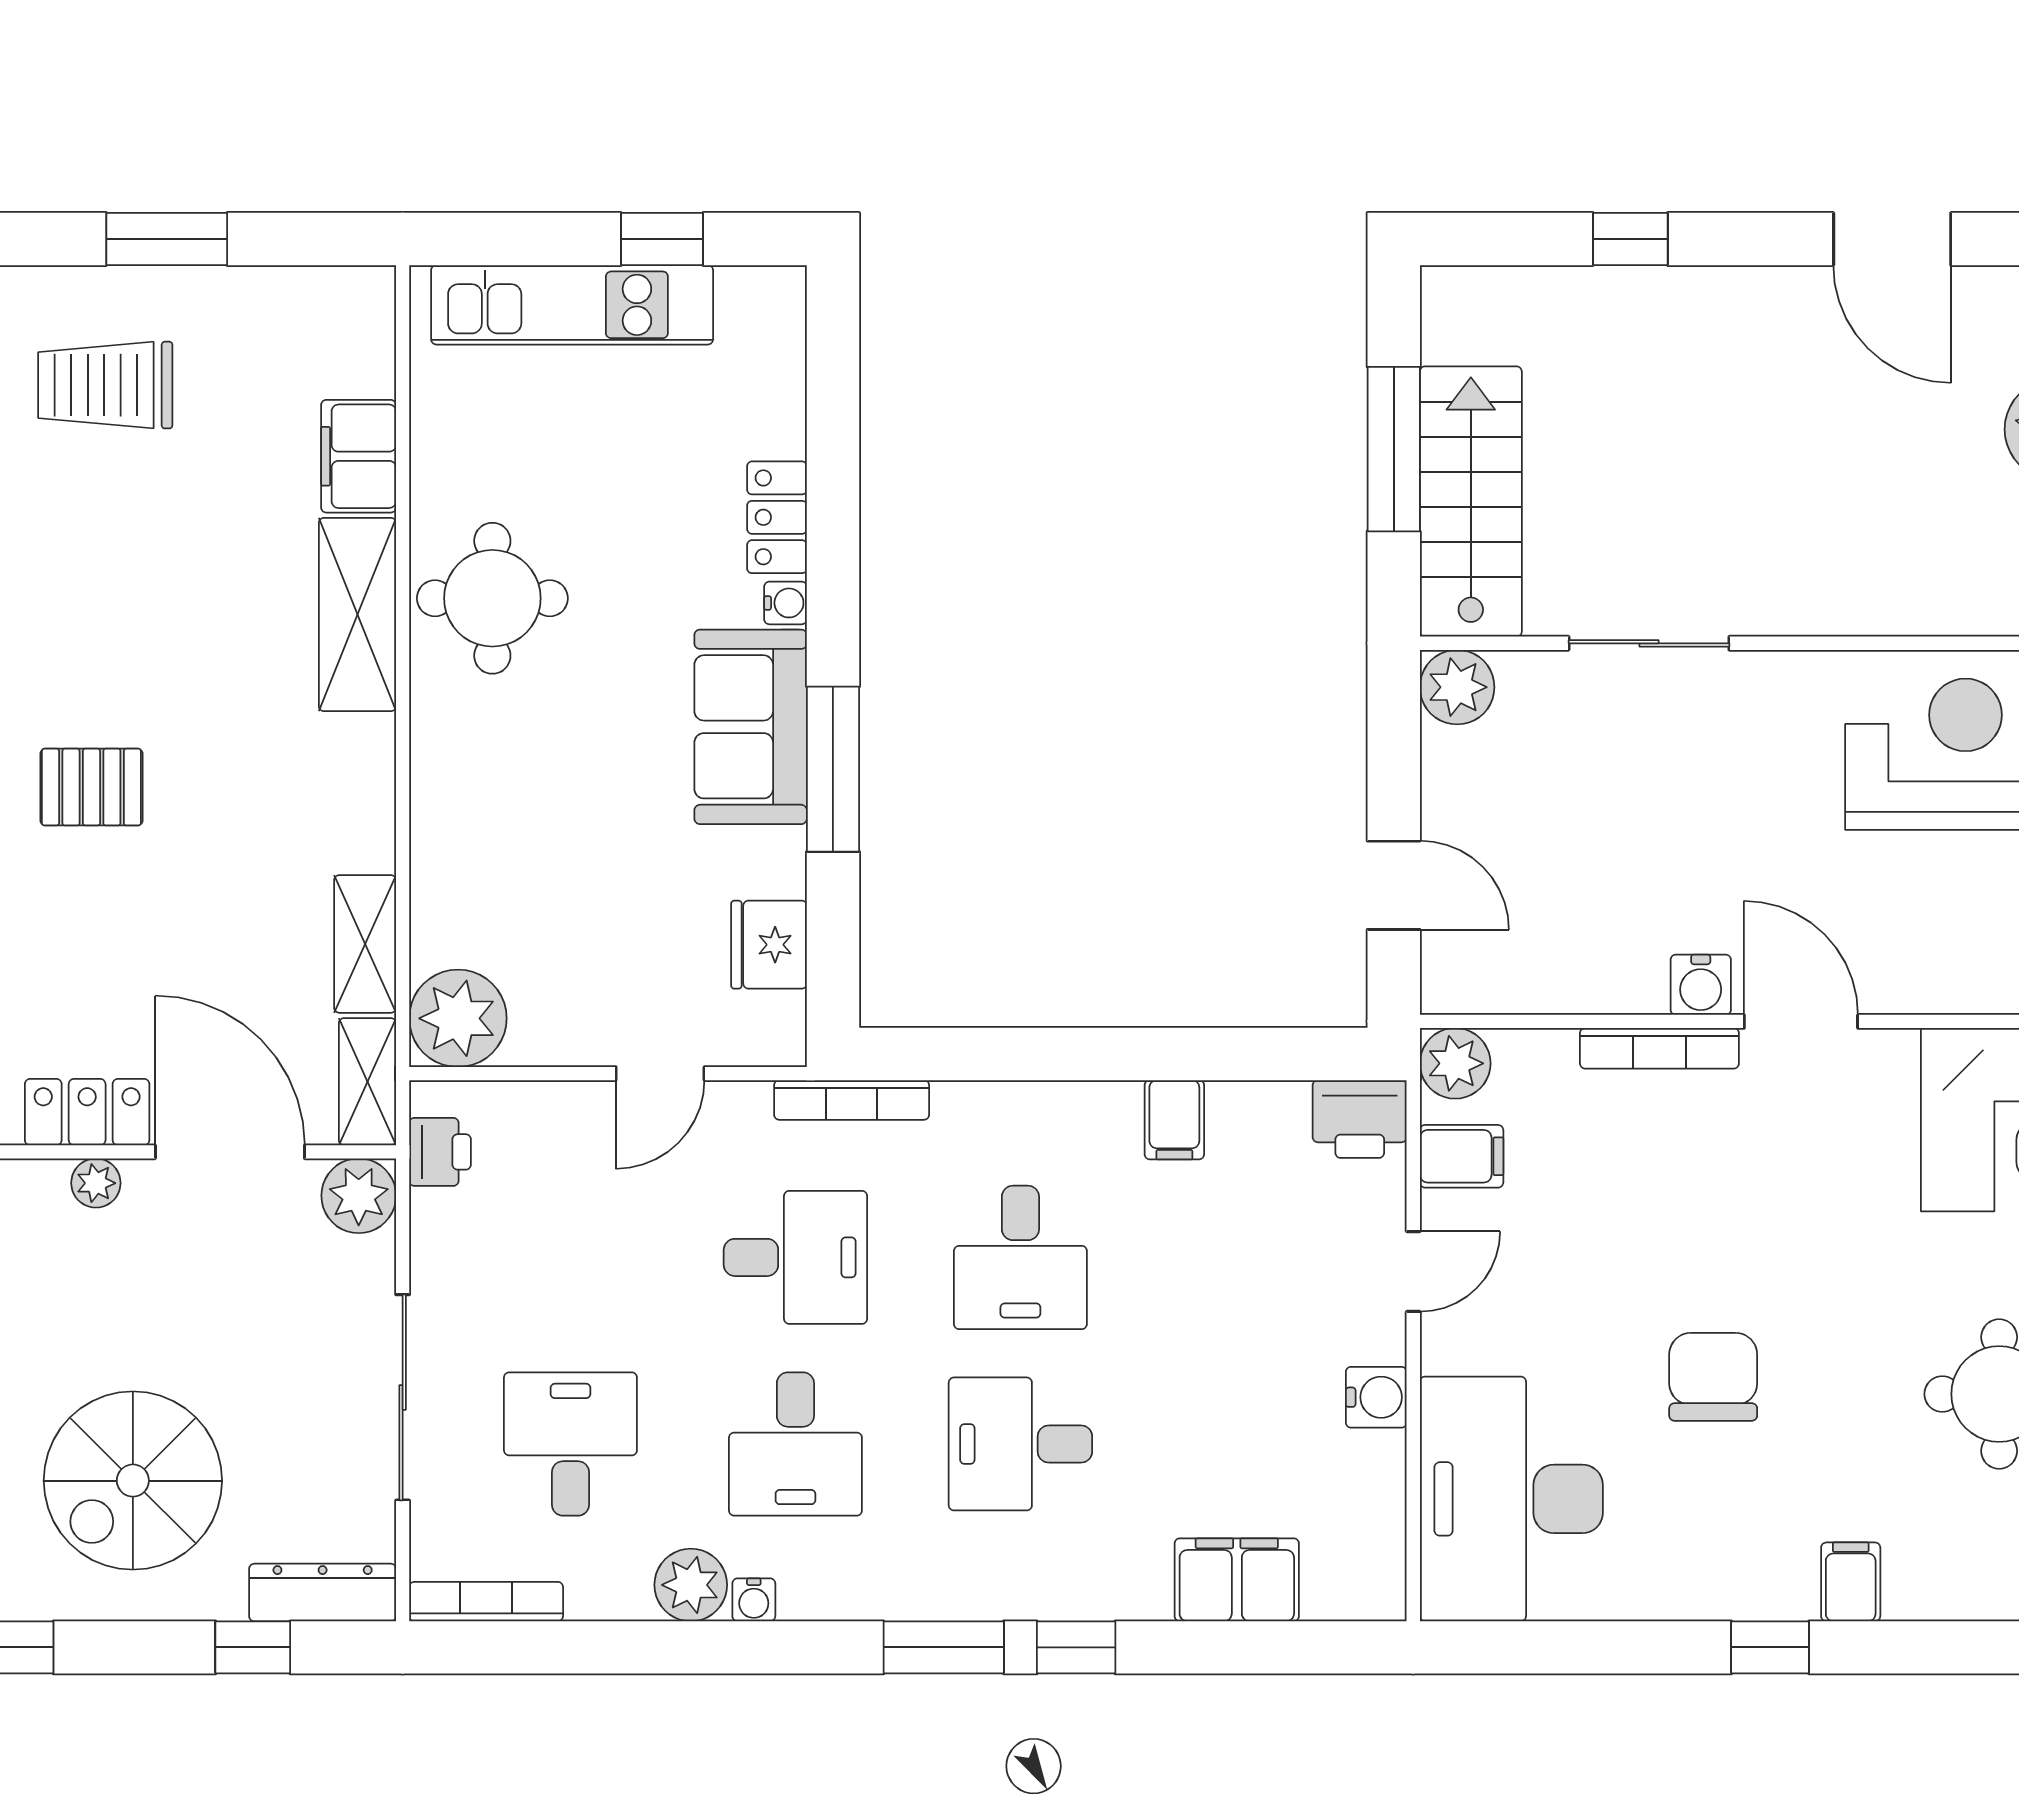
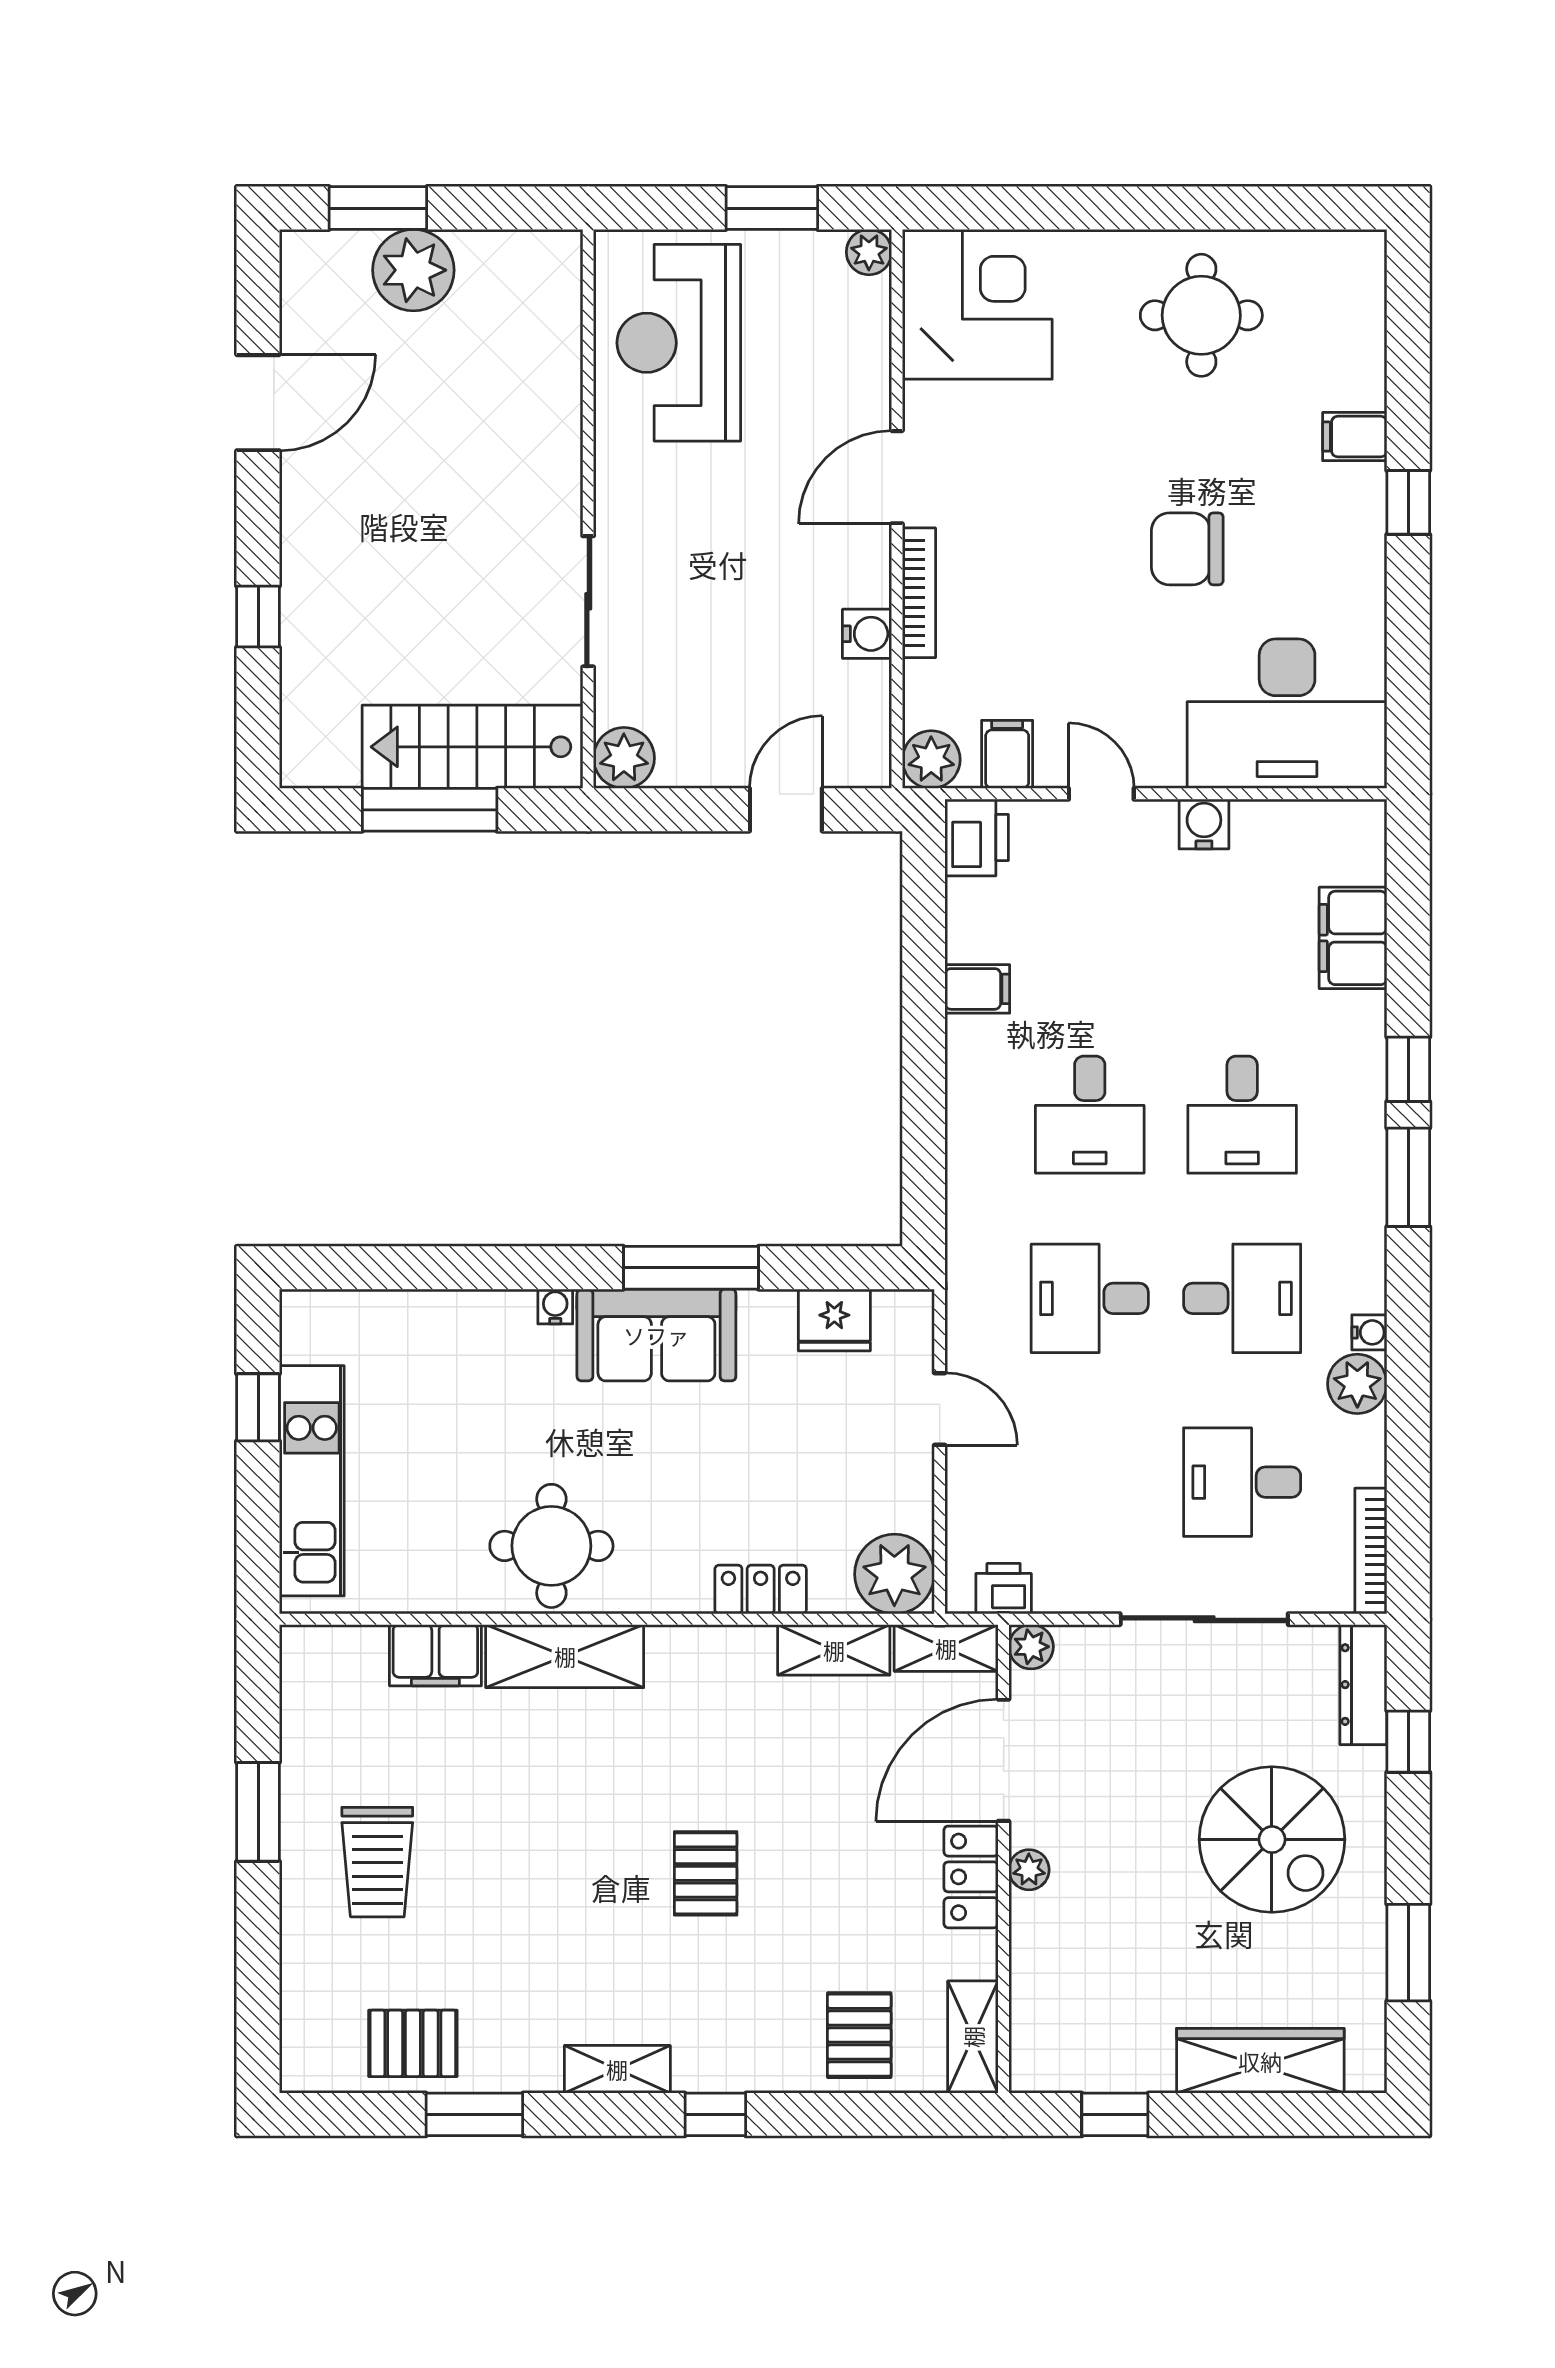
locker: (777, 517) -> (761, 1589), moved, turned 180
water cooler: (1701, 985) -> (867, 634), moved
bookcase: (852, 1100) -> (961, 1252), removed
plant: (359, 1196) -> (1031, 1647), width x0.73, depth x0.73
desk: (795, 1257) -> (1090, 1298), turned -90
desk: (1020, 1257) -> (1090, 1115), turned 90

